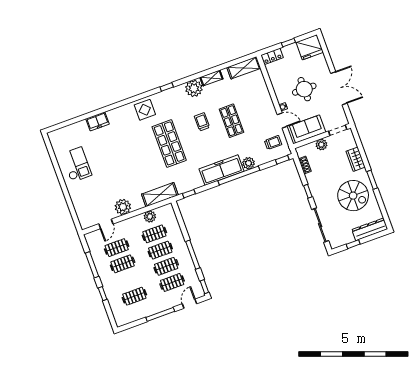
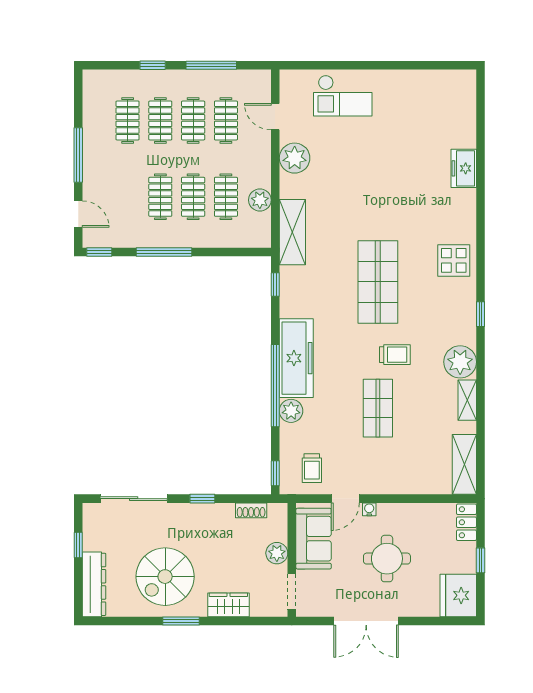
shop shelf: (232, 121) -> (378, 408), turned 90
shop shelf: (169, 143) -> (378, 282), turned 90
checkout: (77, 164) -> (343, 96), moved
clothes rail: (172, 282) -> (160, 121), moved

